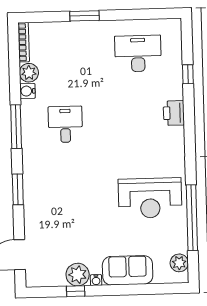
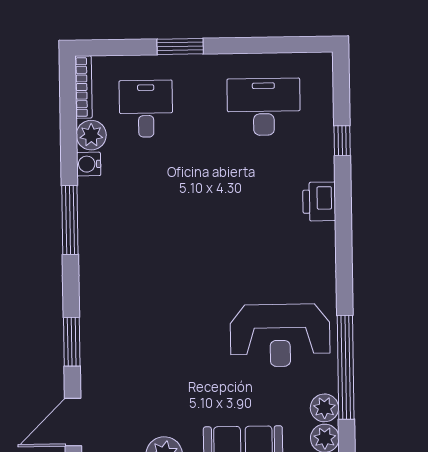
desk: (65, 124) -> (146, 109), moved
window: (18, 189) -> (72, 342), moved
plant: (179, 244) -> (324, 408), added

